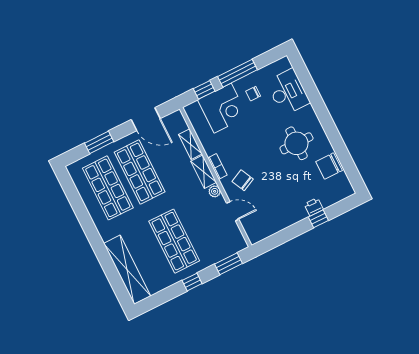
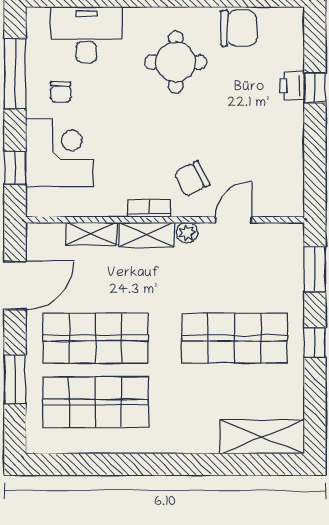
window: (237, 73) -> (15, 73), moved
chair: (329, 166) -> (239, 28), turned -90
shelving: (127, 270) -> (262, 437), width x0.68

